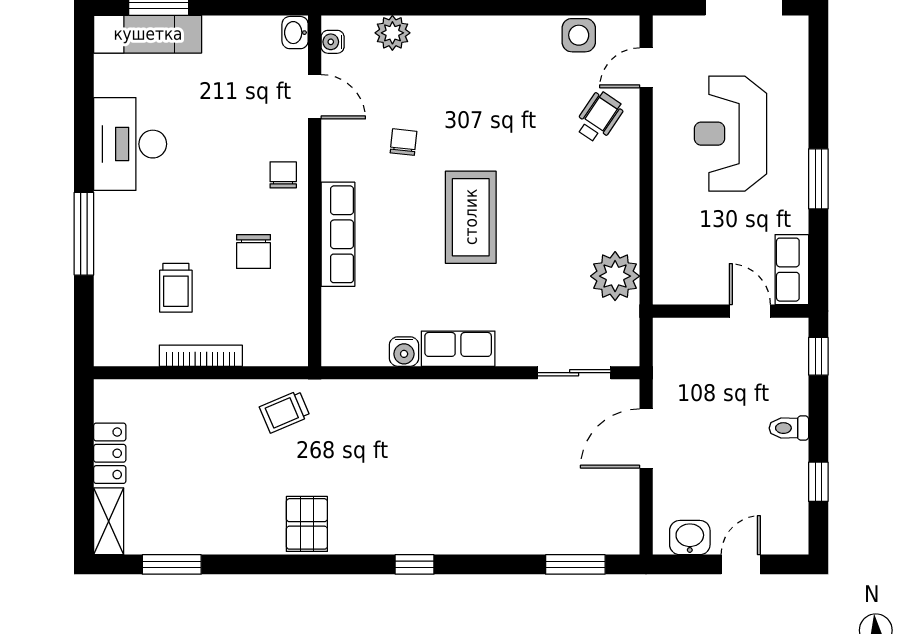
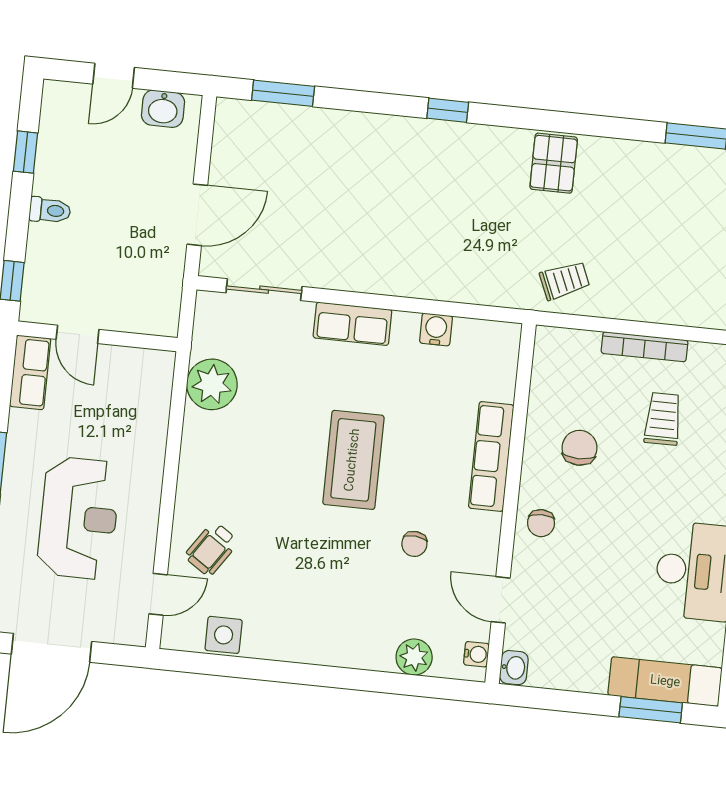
row of seats: (458, 349) -> (352, 324), moved

